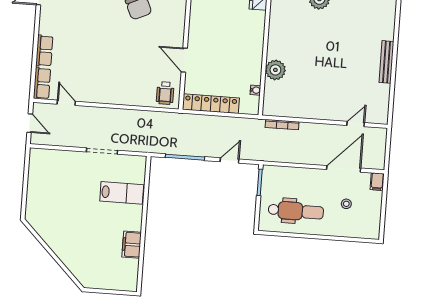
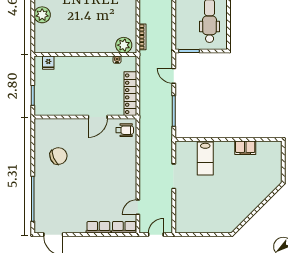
plant: (275, 70) -> (124, 45), moved
lab bench: (122, 193) -> (205, 158), turned 180

